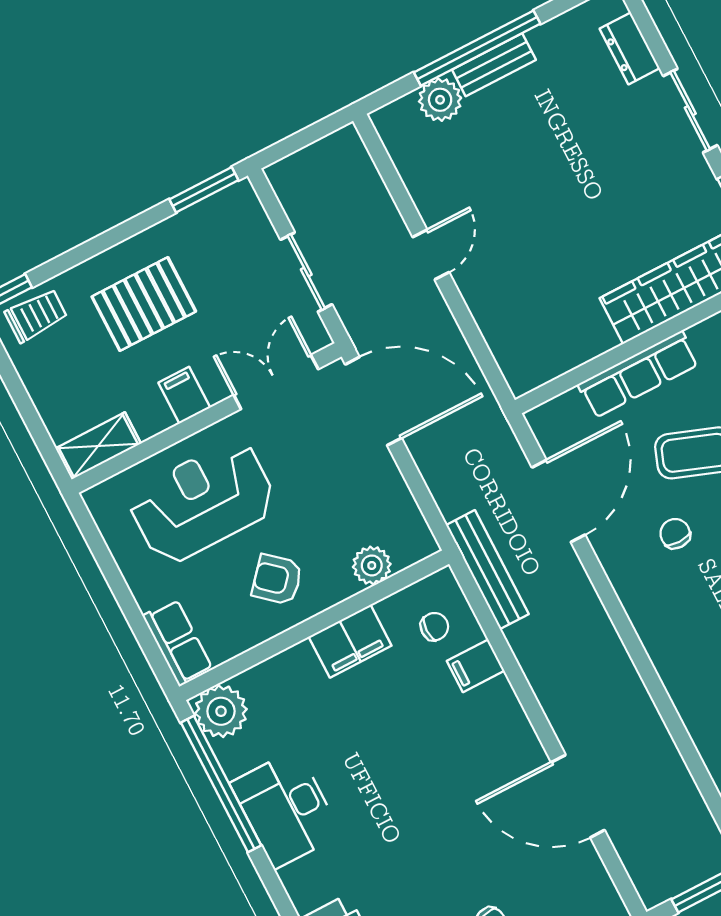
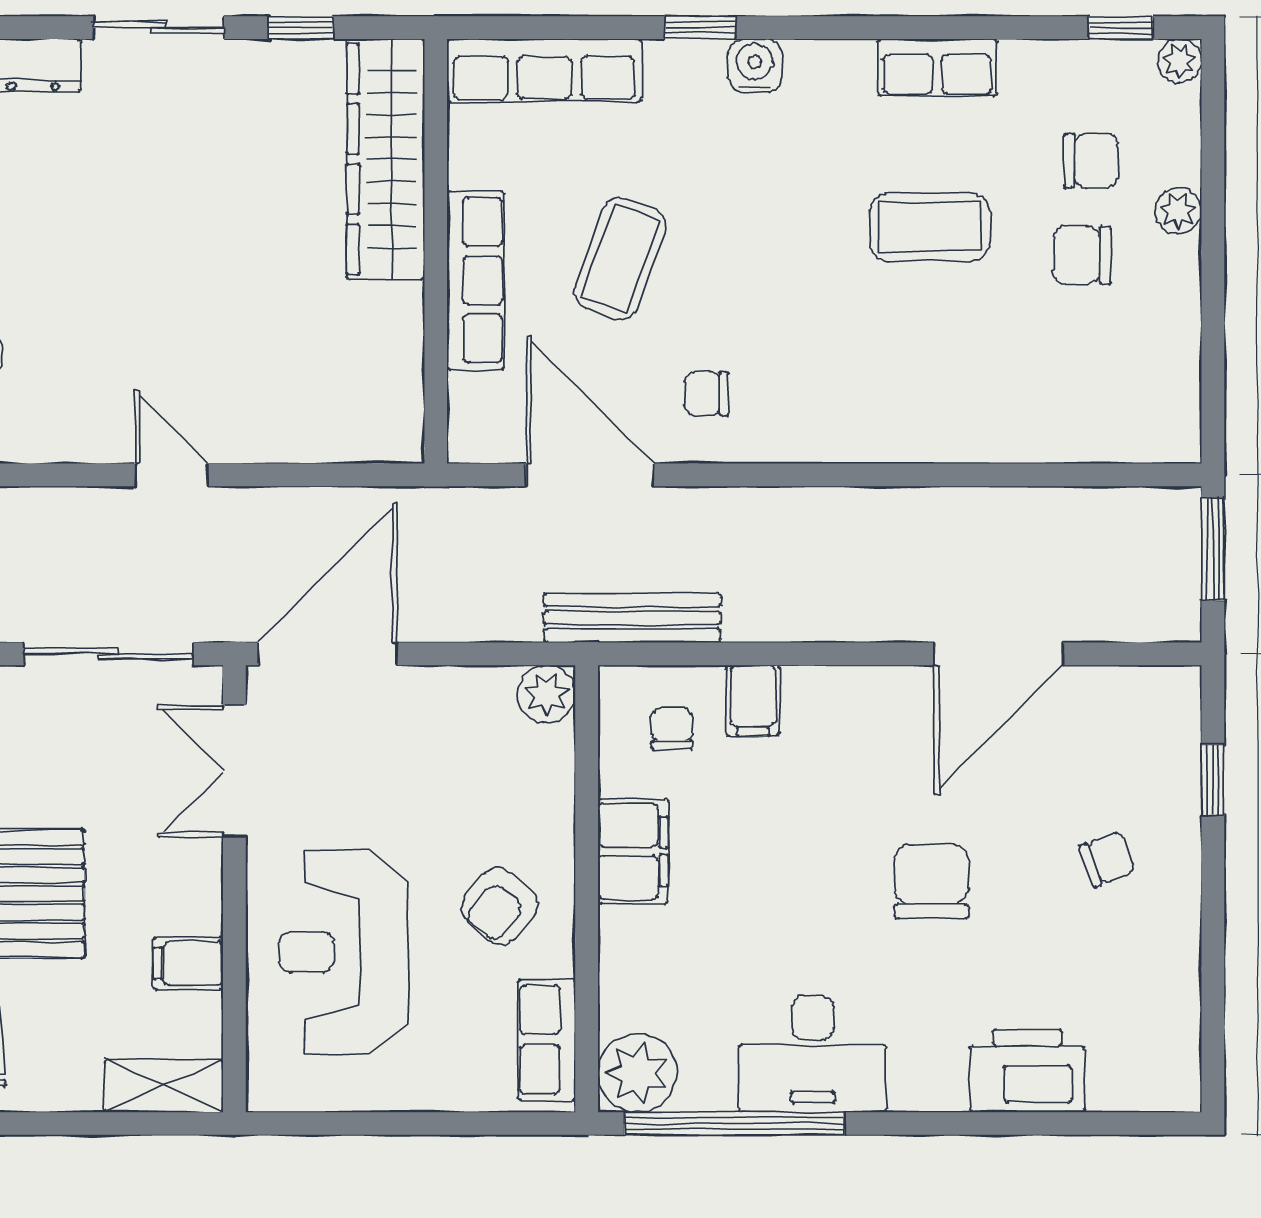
sliding door: (306, 272) -> (108, 654), width x1.37
filing cabinet: (184, 395) -> (188, 963), moved
shelving: (98, 446) -> (164, 1086), moved, turned 90
chair: (675, 534) -> (706, 394), moved
plant: (372, 565) -> (547, 694), moved
row of seats: (178, 642) -> (546, 1040), moved, turned -90
chair: (423, 826) -> (932, 882), added

